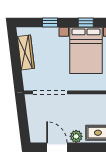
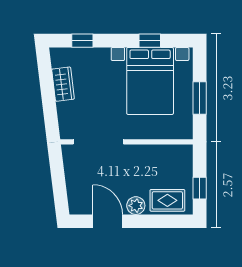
window: (50, 22) -> (82, 41), moved
wardrobe: (26, 52) -> (63, 84), width x0.67

